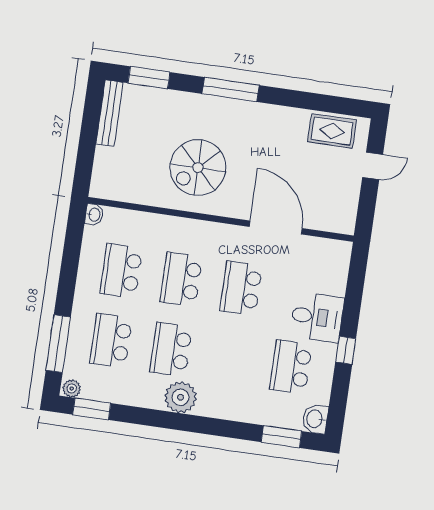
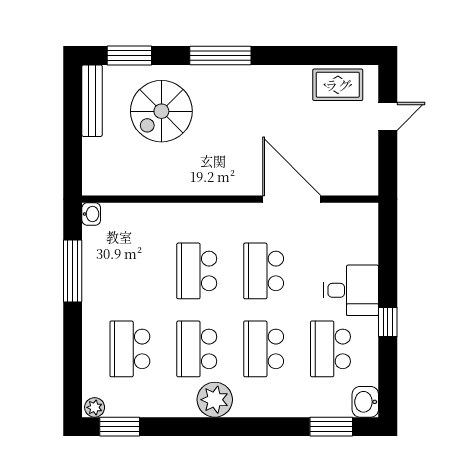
spiral stairs: (198, 168) -> (161, 111), moved
school desk: (121, 271) -> (264, 349), moved
window: (58, 344) -> (73, 271), moved

